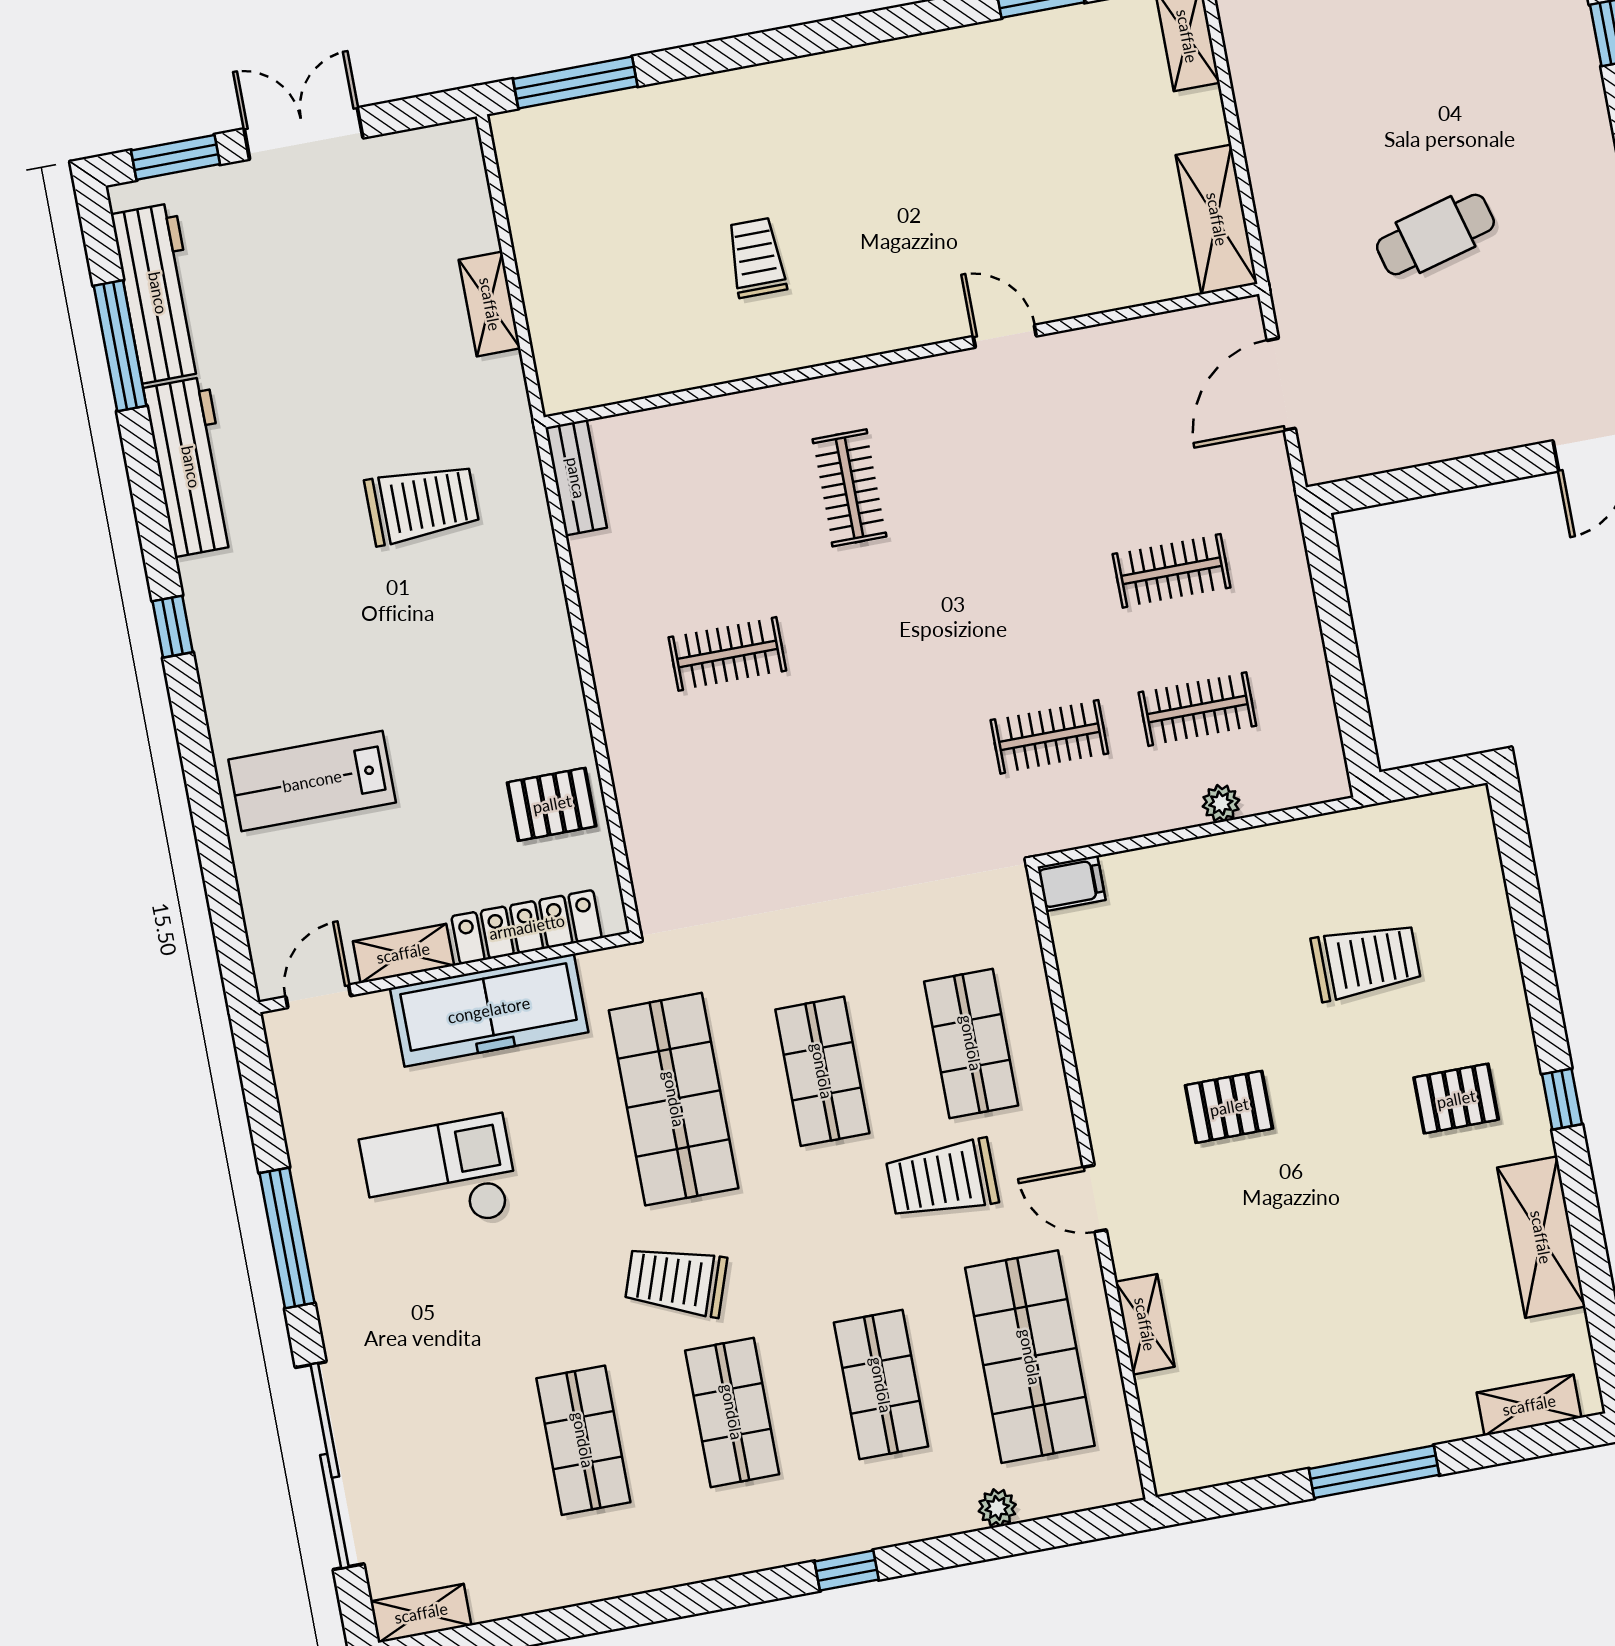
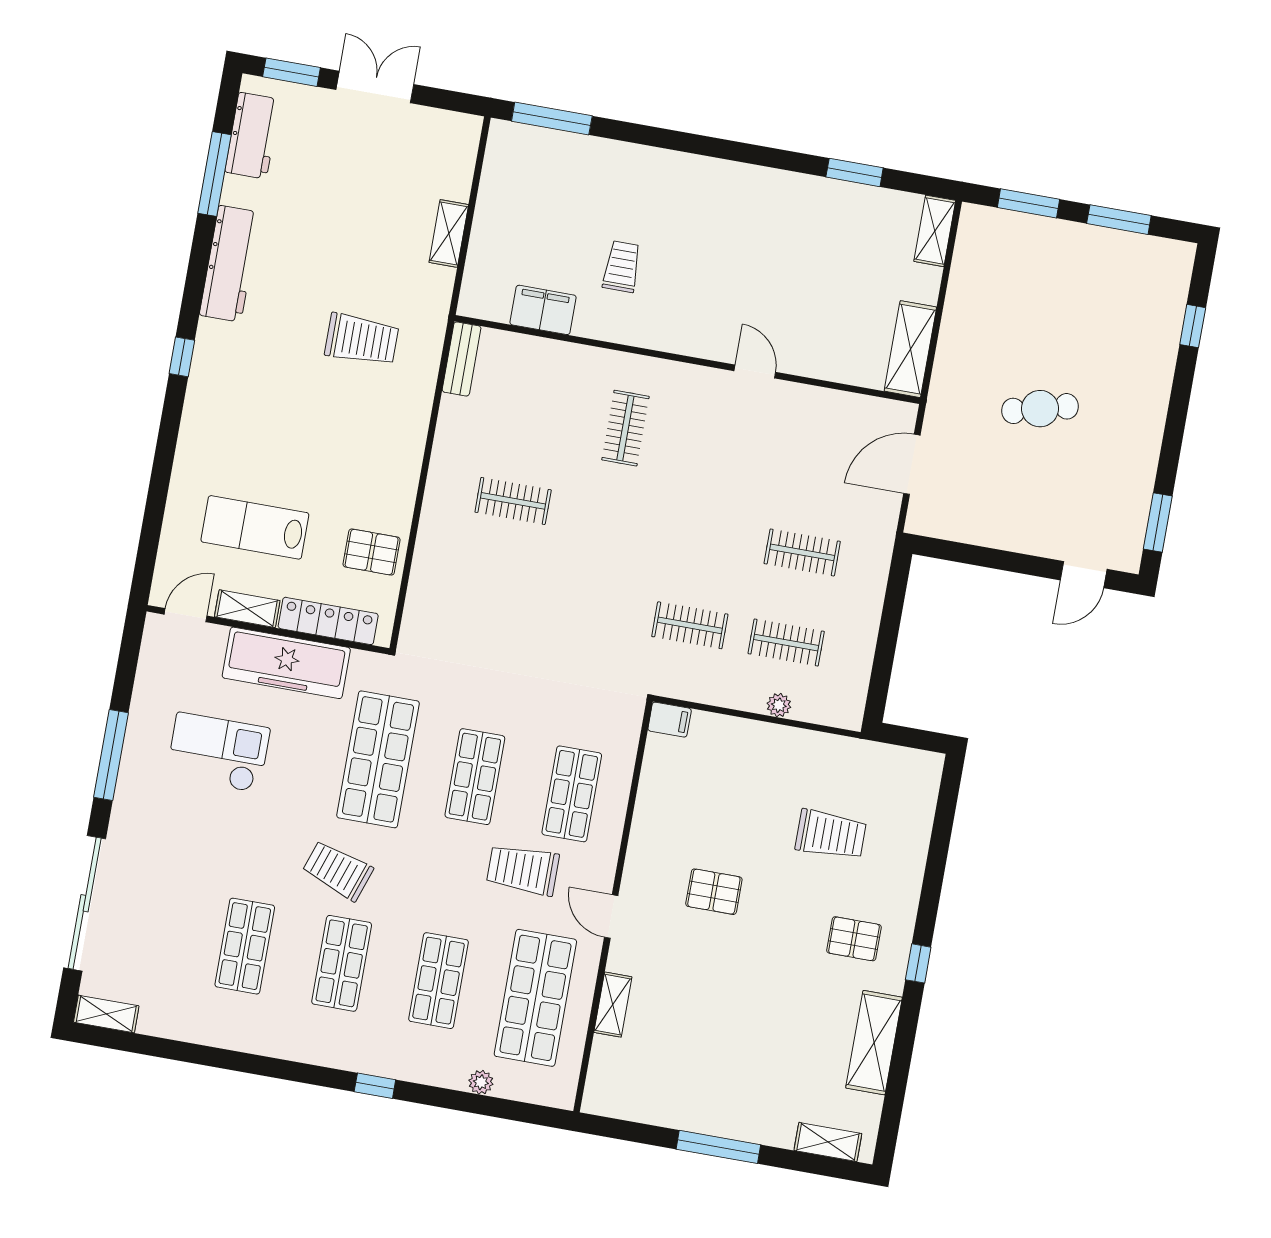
workbench: (158, 293) -> (253, 136), width x0.73
filing cabinet: (667, 363) -> (543, 310), added
lab bench: (312, 781) -> (255, 527), moved

